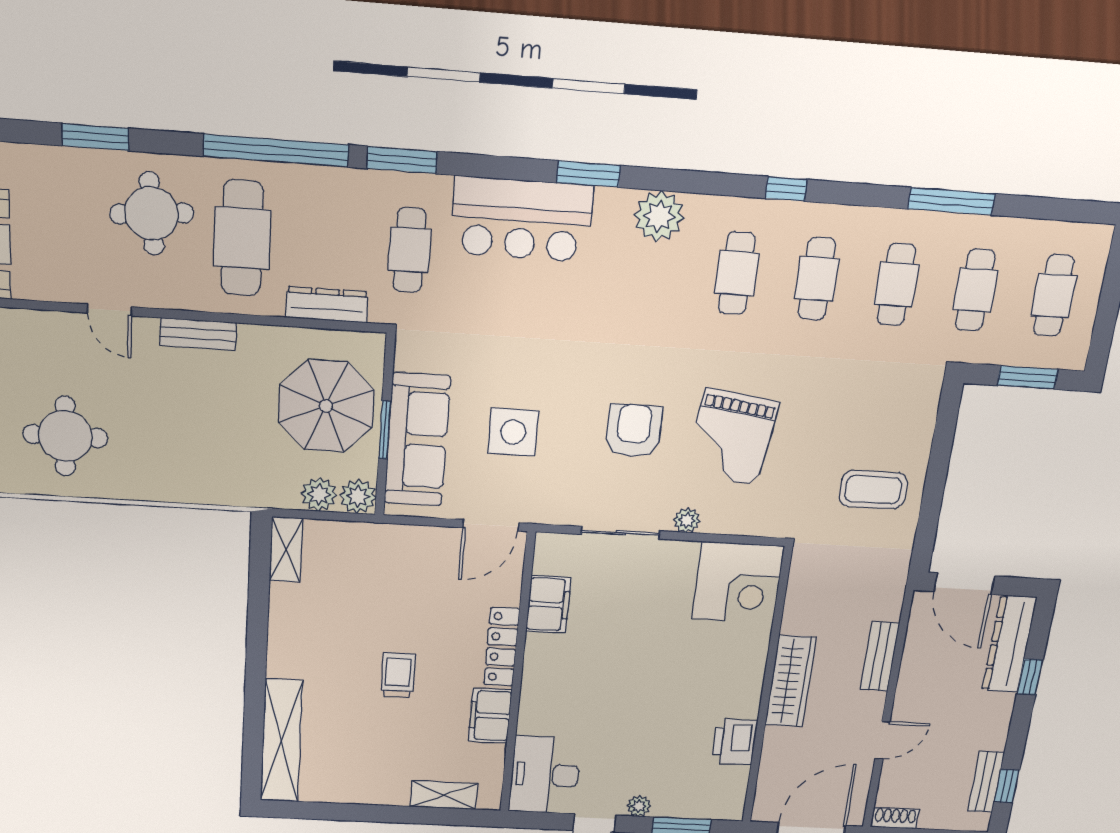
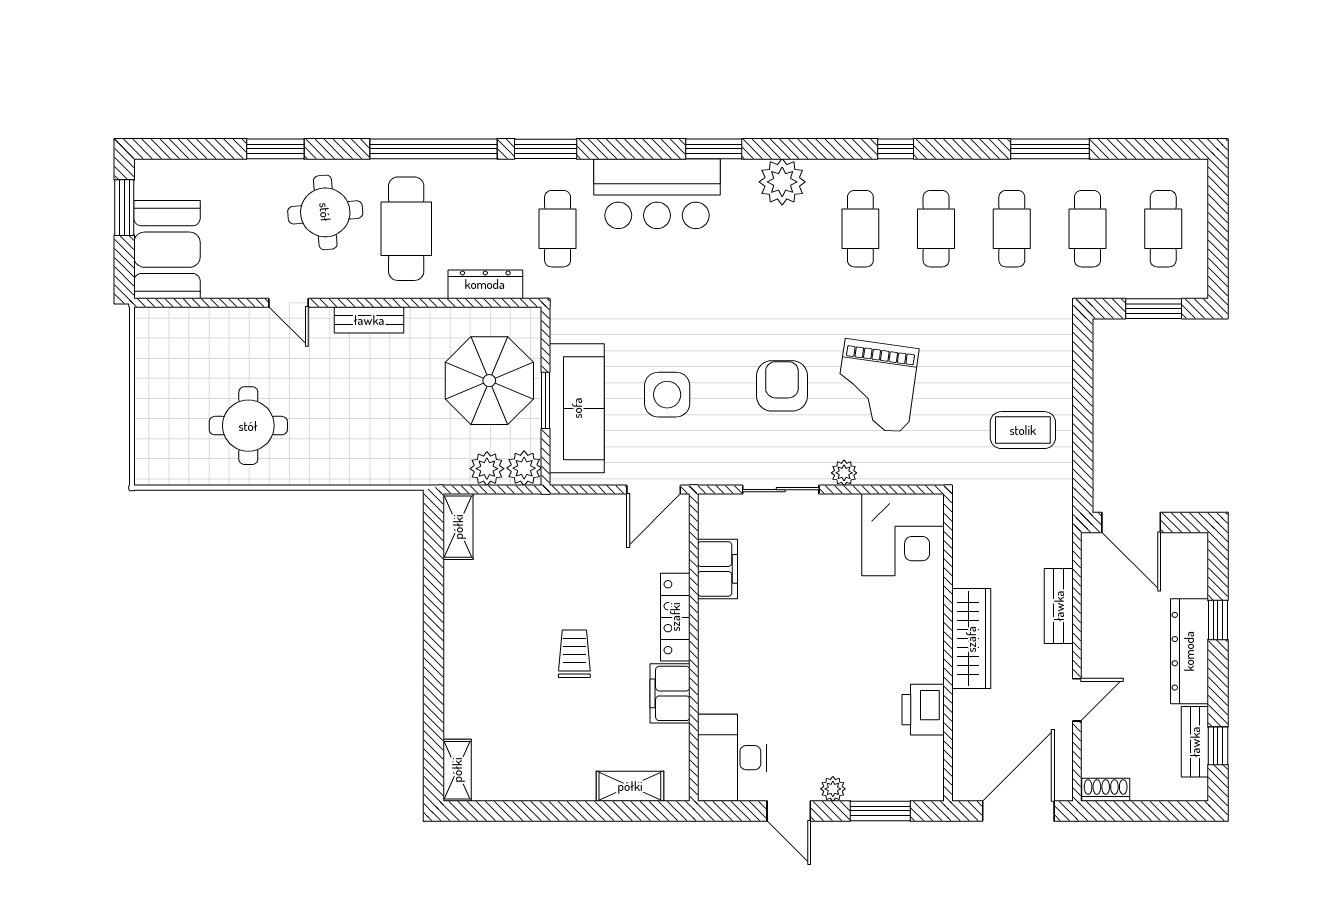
dresser: (1009, 644) -> (1189, 651), moved
shelving: (281, 741) -> (457, 770), width x0.45, depth x0.75

